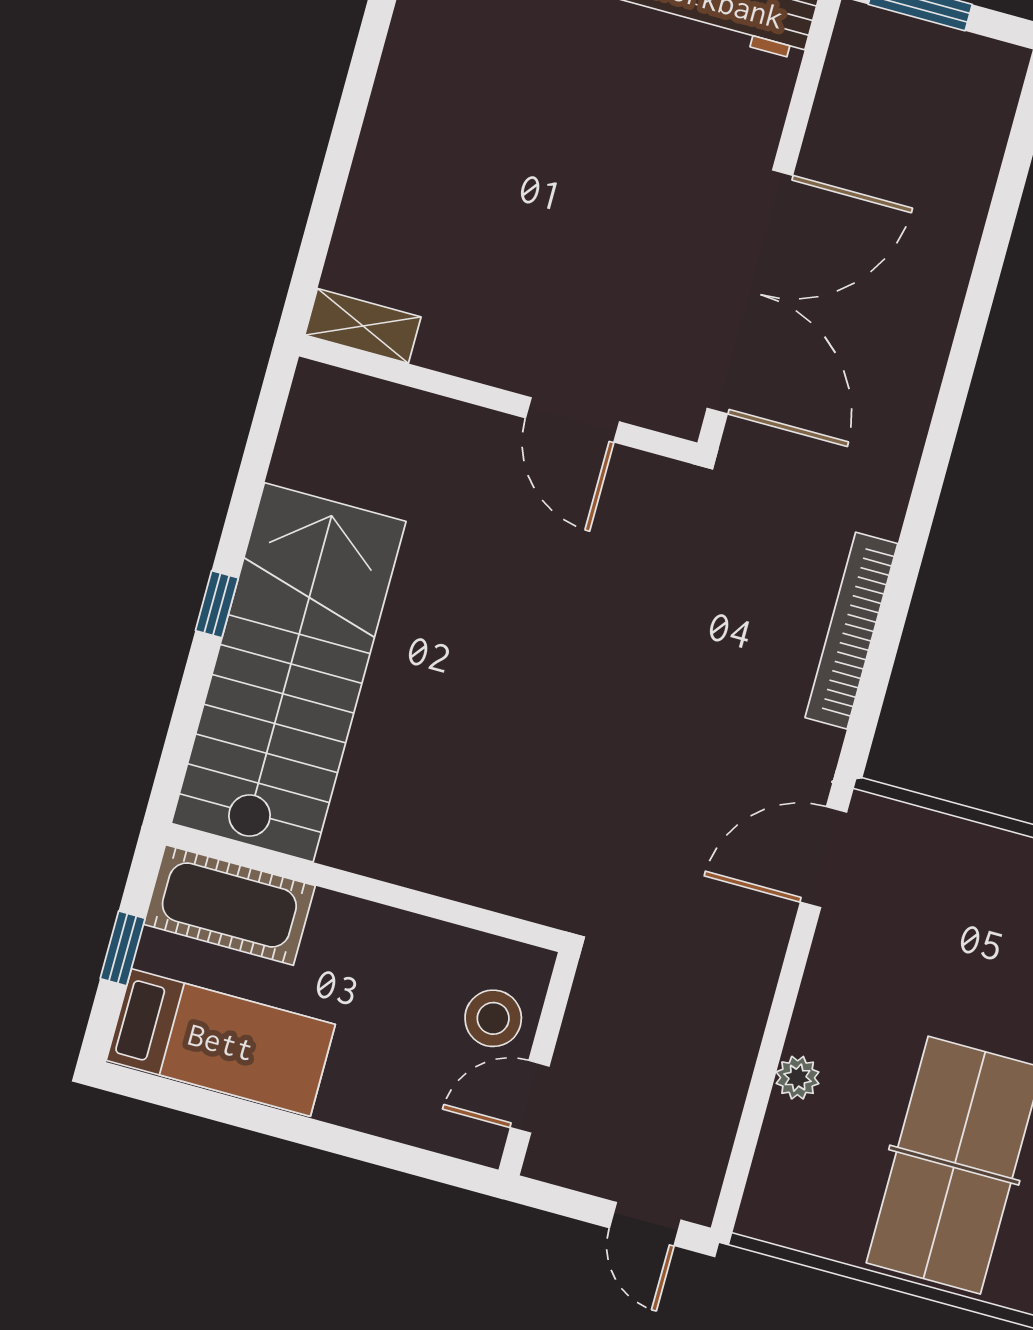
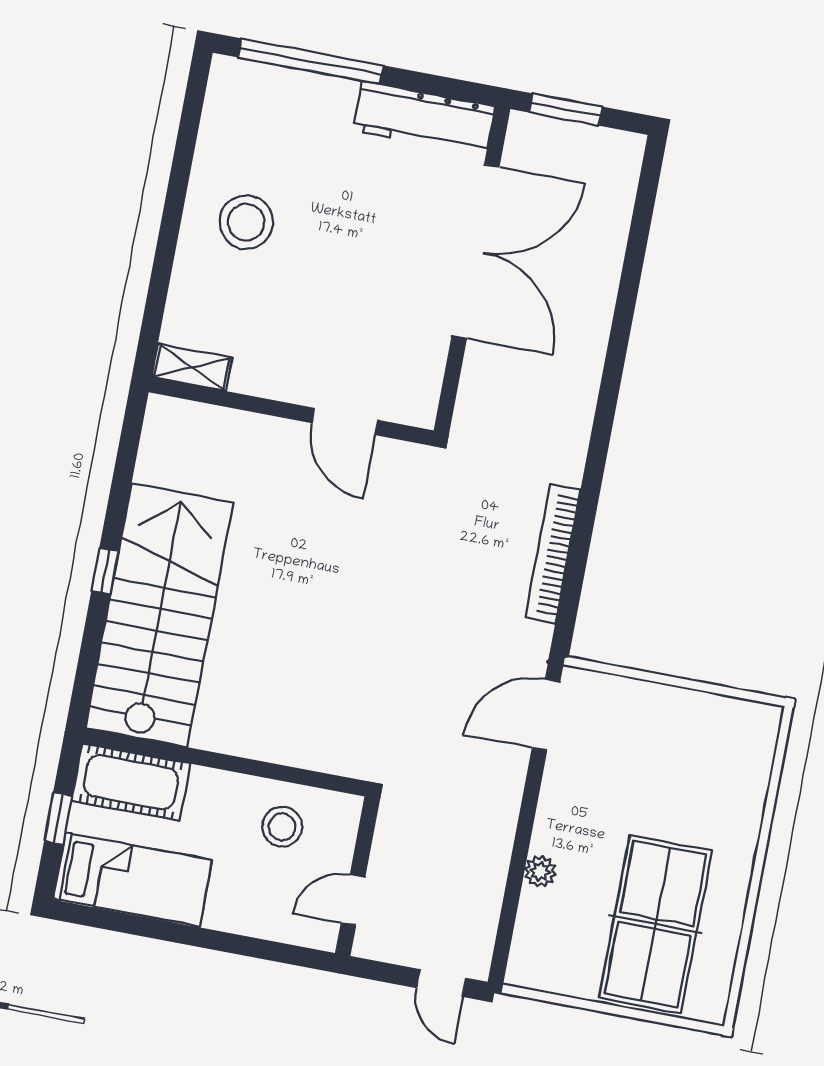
stool: (456, 127) -> (246, 222), added
double door: (750, 292) -> (476, 251), moved
stool: (493, 1018) -> (282, 827), moved

